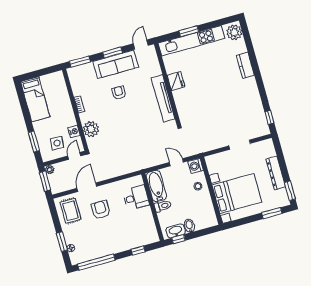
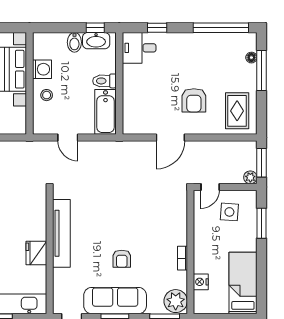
plant: (91, 129) -> (176, 301), moved
nightstand: (74, 131) -> (201, 282), moved
washing machine: (196, 166) -> (42, 69), moved
door: (87, 187) -> (170, 137), moved
desk: (136, 198) -> (139, 48), moved
window: (62, 242) -> (262, 70), width x1.44

